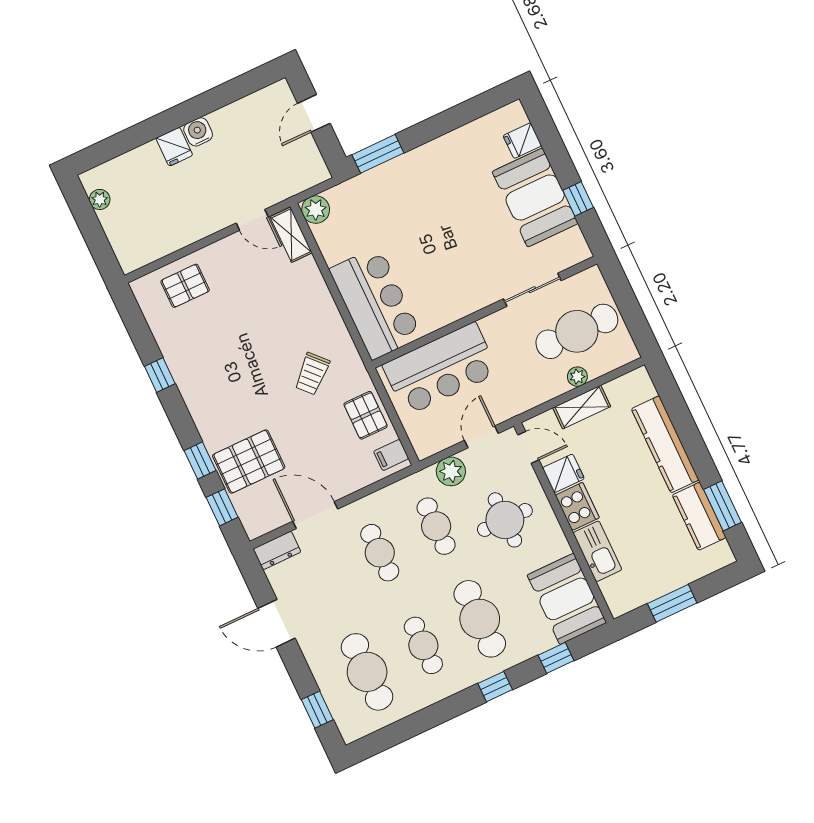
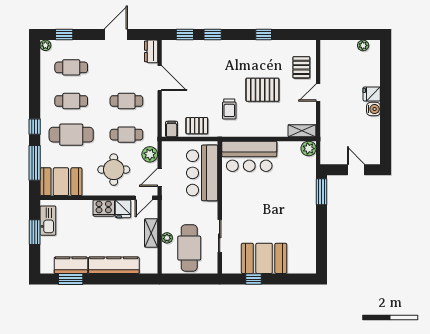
fridge: (522, 141) -> (295, 265), removed
door: (252, 220) -> (318, 92), moved
trolley: (312, 374) -> (229, 109), turned -137
door: (481, 437) -> (160, 177), swing flipped
pallet: (249, 462) -> (262, 90), moved, turned 90
door: (315, 515) -> (160, 78), hinge flipped
kitchen sink: (597, 551) -> (48, 221), moved, turned -90
window: (556, 658) -> (35, 163), width x2.17
cafe table: (367, 672) -> (71, 67), width x0.73, depth x0.74
plant: (350, 733) -> (45, 45), added

